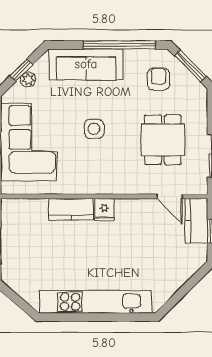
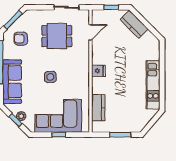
kitchen counter: (71, 209) -> (98, 108), moved
kitchen counter: (196, 221) -> (134, 24), moved, turned 45
kitchen unit: (96, 302) -> (153, 85), width x0.73

